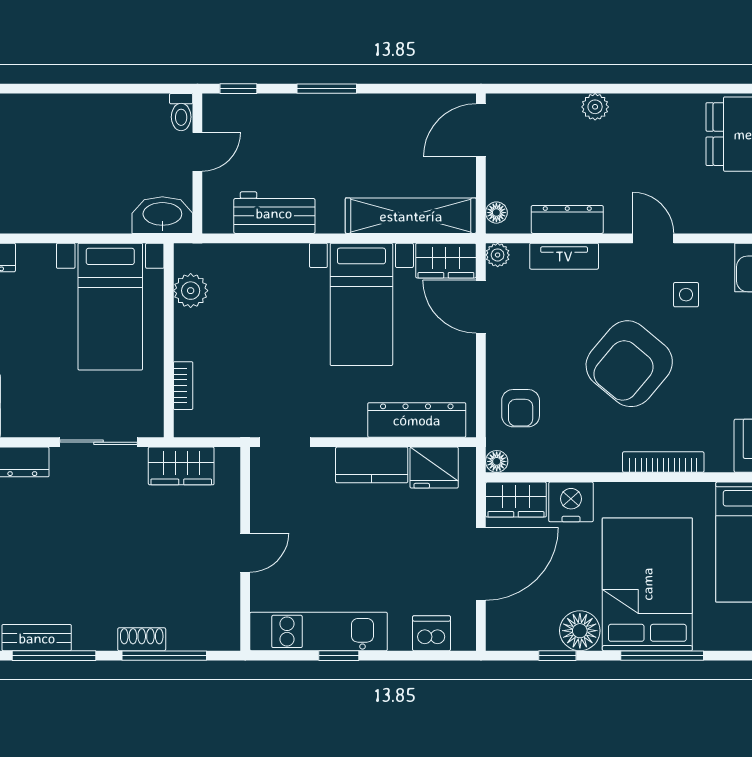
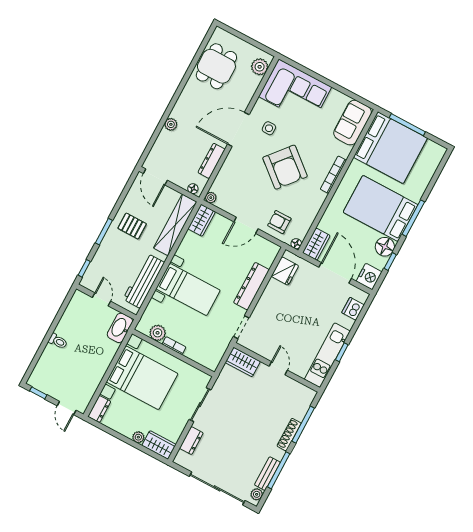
toilet: (181, 112) -> (58, 341), moved
pallet: (366, 136) -> (132, 226), added
workbench: (274, 213) -> (144, 281), width x1.38
door: (653, 238) -> (238, 129), width x1.88
tv unit: (564, 256) -> (226, 170), removed
bed with nightstands: (361, 304) -> (188, 289), moved
bed with nightstands: (110, 307) -> (142, 378), width x1.36
door: (481, 307) -> (246, 225), moved
bookcase: (183, 386) -> (174, 346), moved
armchair: (521, 408) -> (279, 222), turned 180
dresser: (417, 420) -> (251, 286), moved
kitchen counter: (372, 465) -> (270, 296), removed
wardrobe: (181, 466) -> (243, 362), moved, turned 90
nightstand: (571, 502) -> (369, 277), moved, turned 180
shoe rack: (142, 639) -> (289, 435), width x1.43

